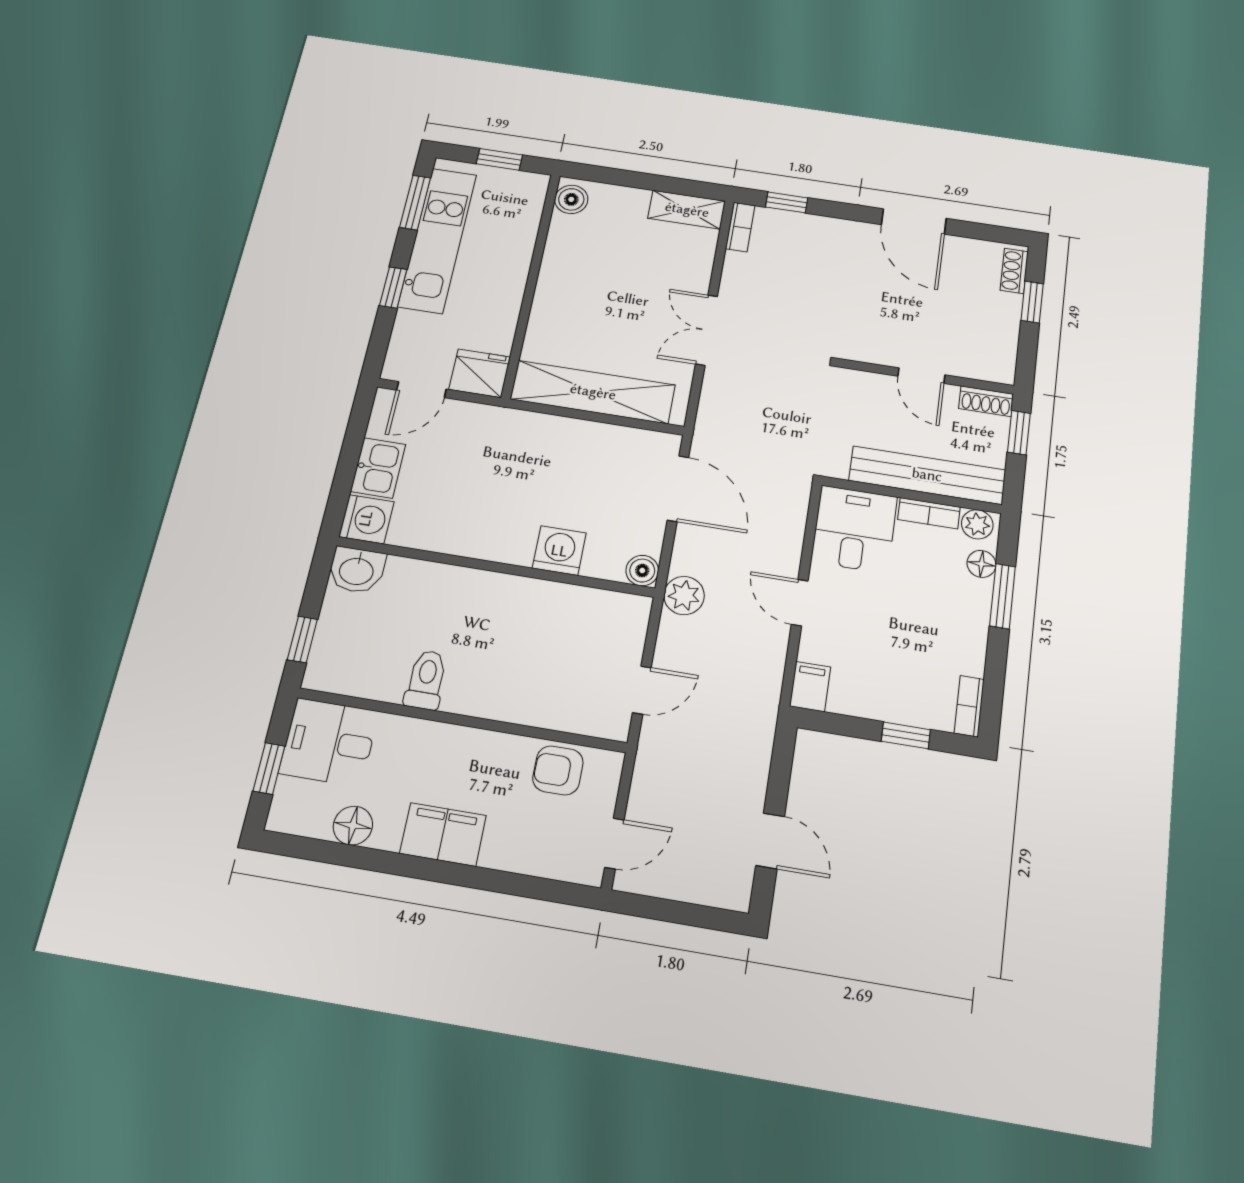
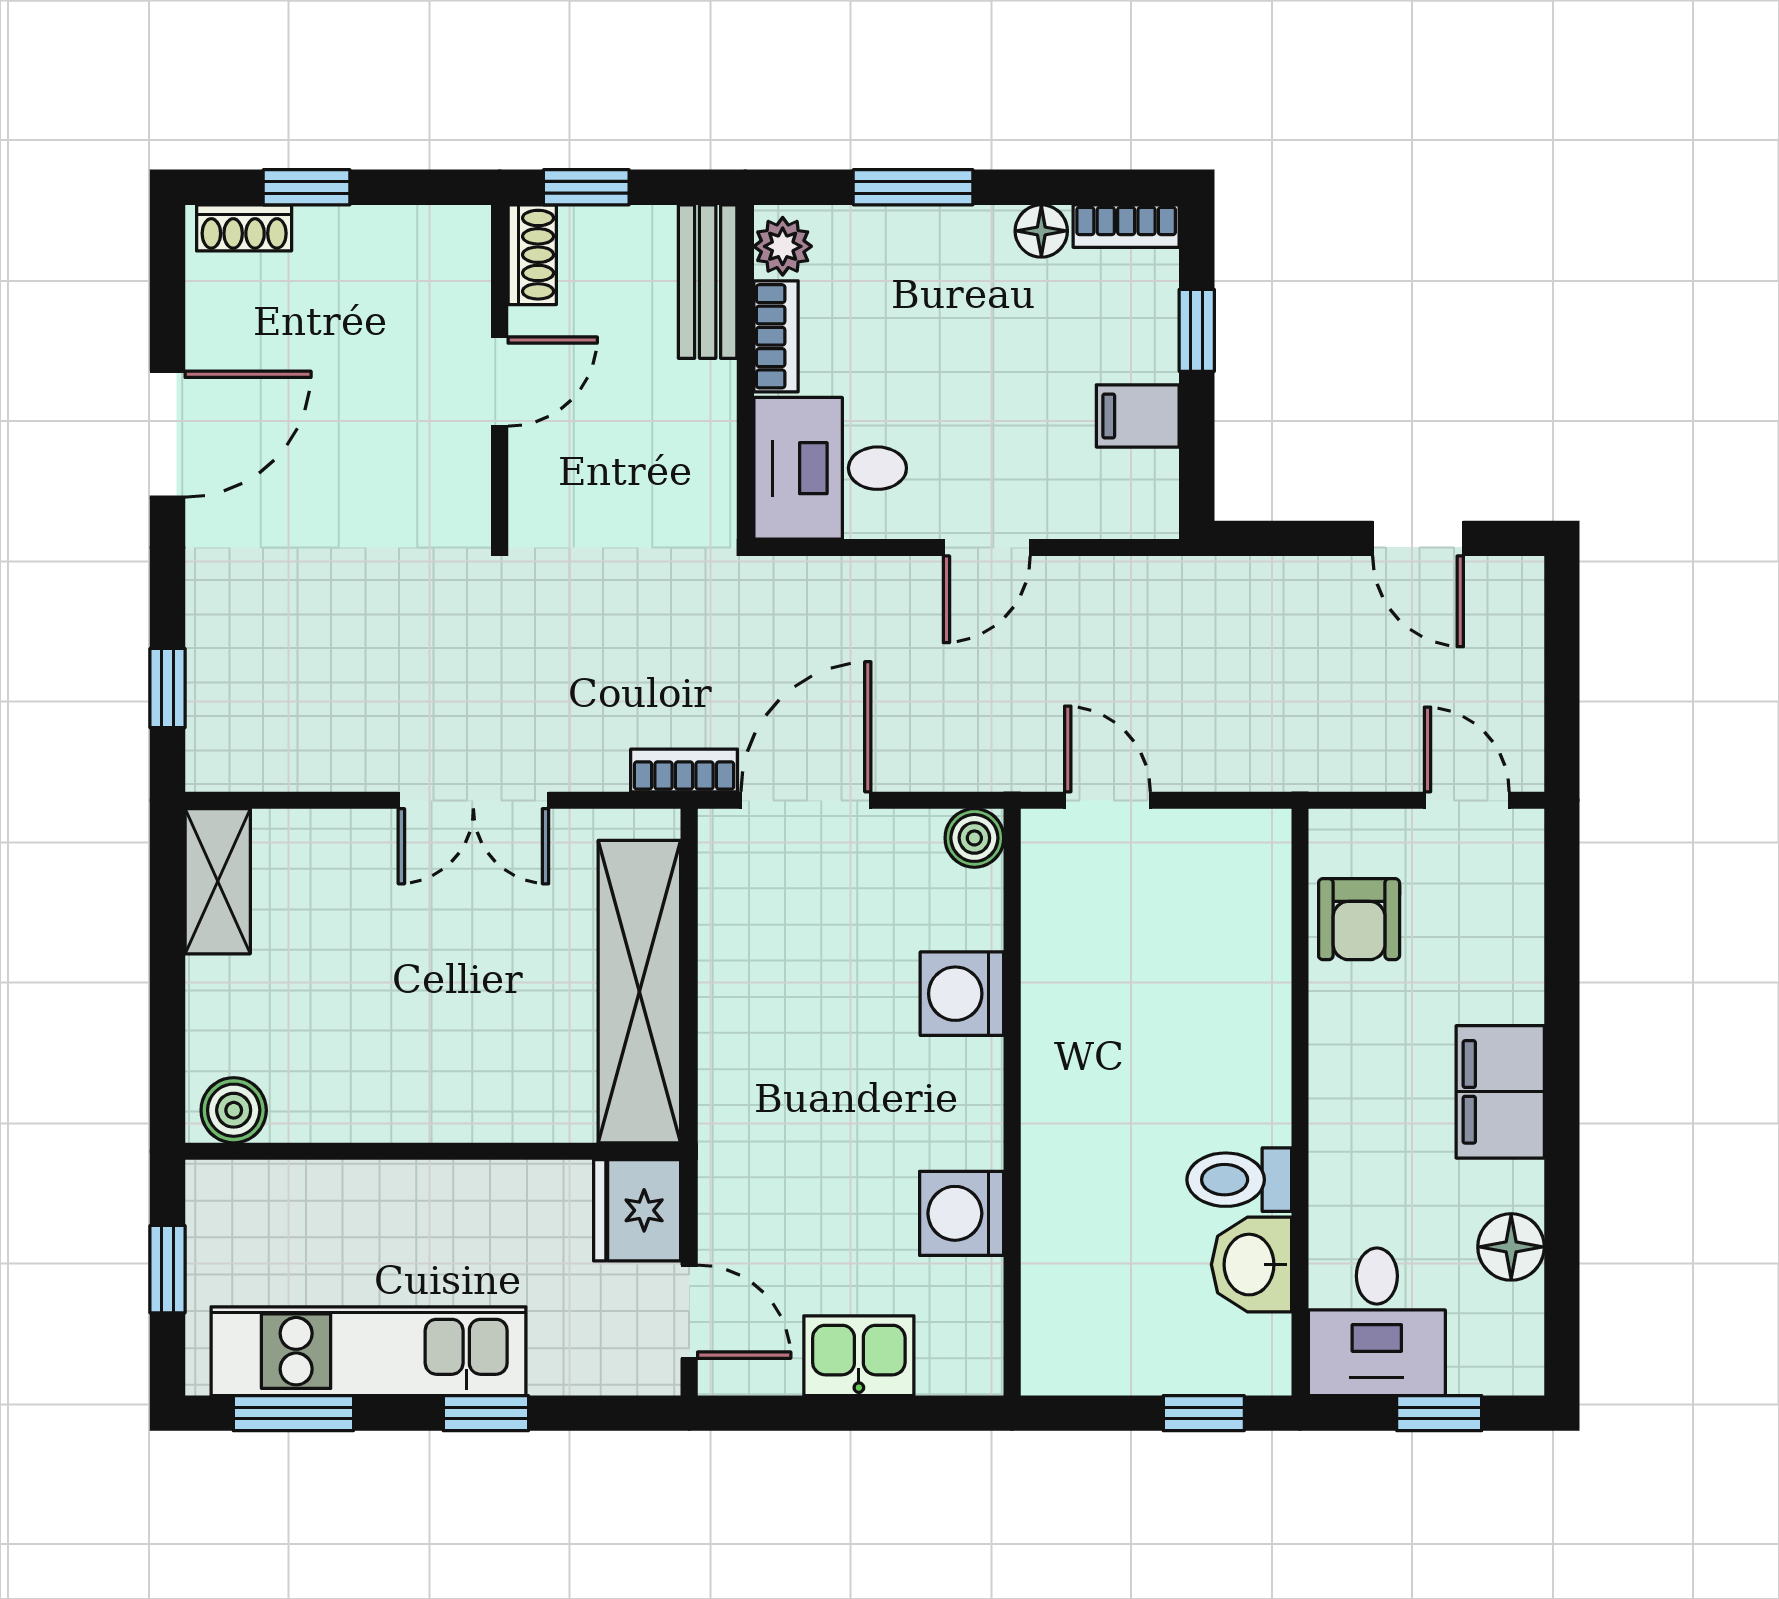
bookcase: (740, 227) -> (684, 770), moved
bench: (927, 475) -> (708, 282), width x0.54, depth x0.82
washing machine: (366, 519) -> (962, 1213), moved, turned -90
floor lamp: (981, 564) -> (1041, 231), moved
washbasin: (357, 570) -> (1251, 1265), moved, turned 180
plant: (684, 595) -> (1008, 755), removed
filing cabinet: (810, 687) -> (1138, 416), moved
door: (642, 690) -> (1107, 800), moved
door: (770, 841) -> (1418, 538), swing flipped

